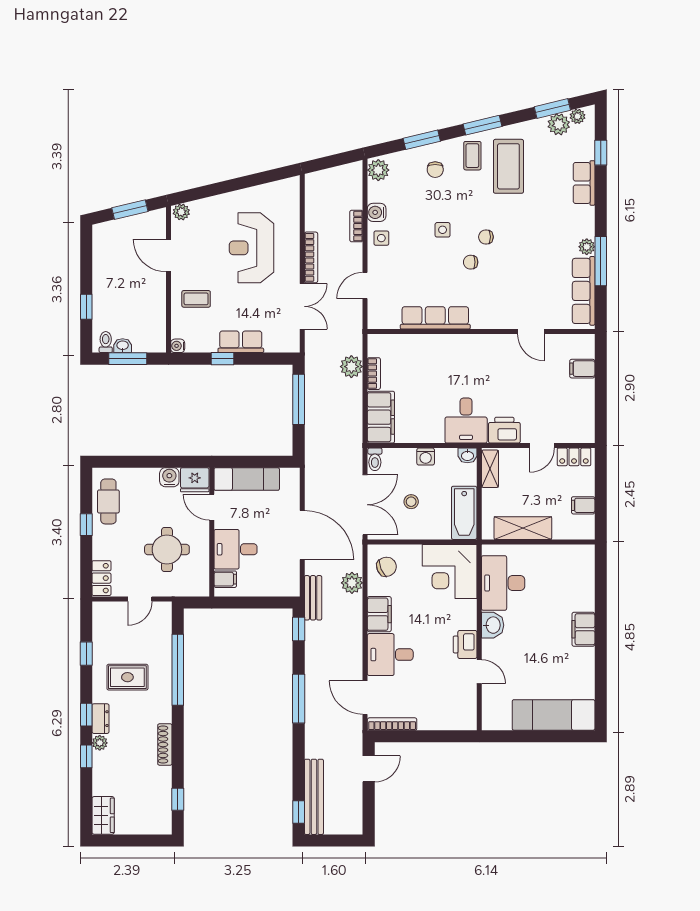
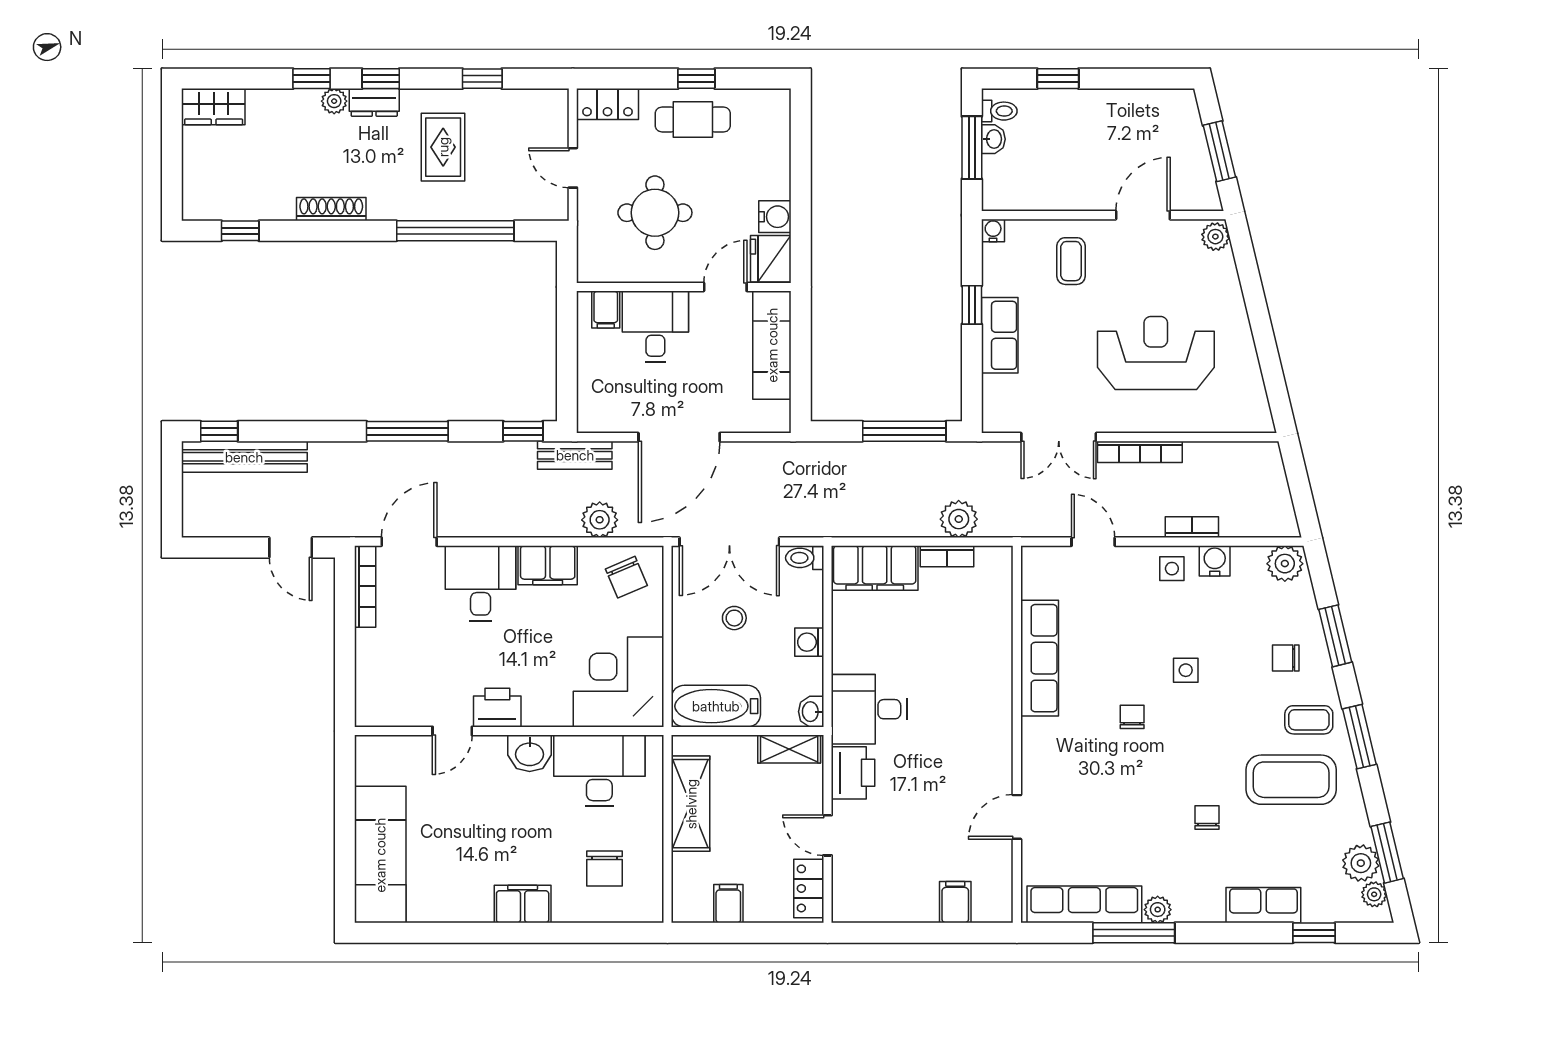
chair: (486, 237) -> (1207, 817), moved
cafe table: (108, 501) -> (693, 120), moved
chair: (562, 580) -> (604, 869), added

